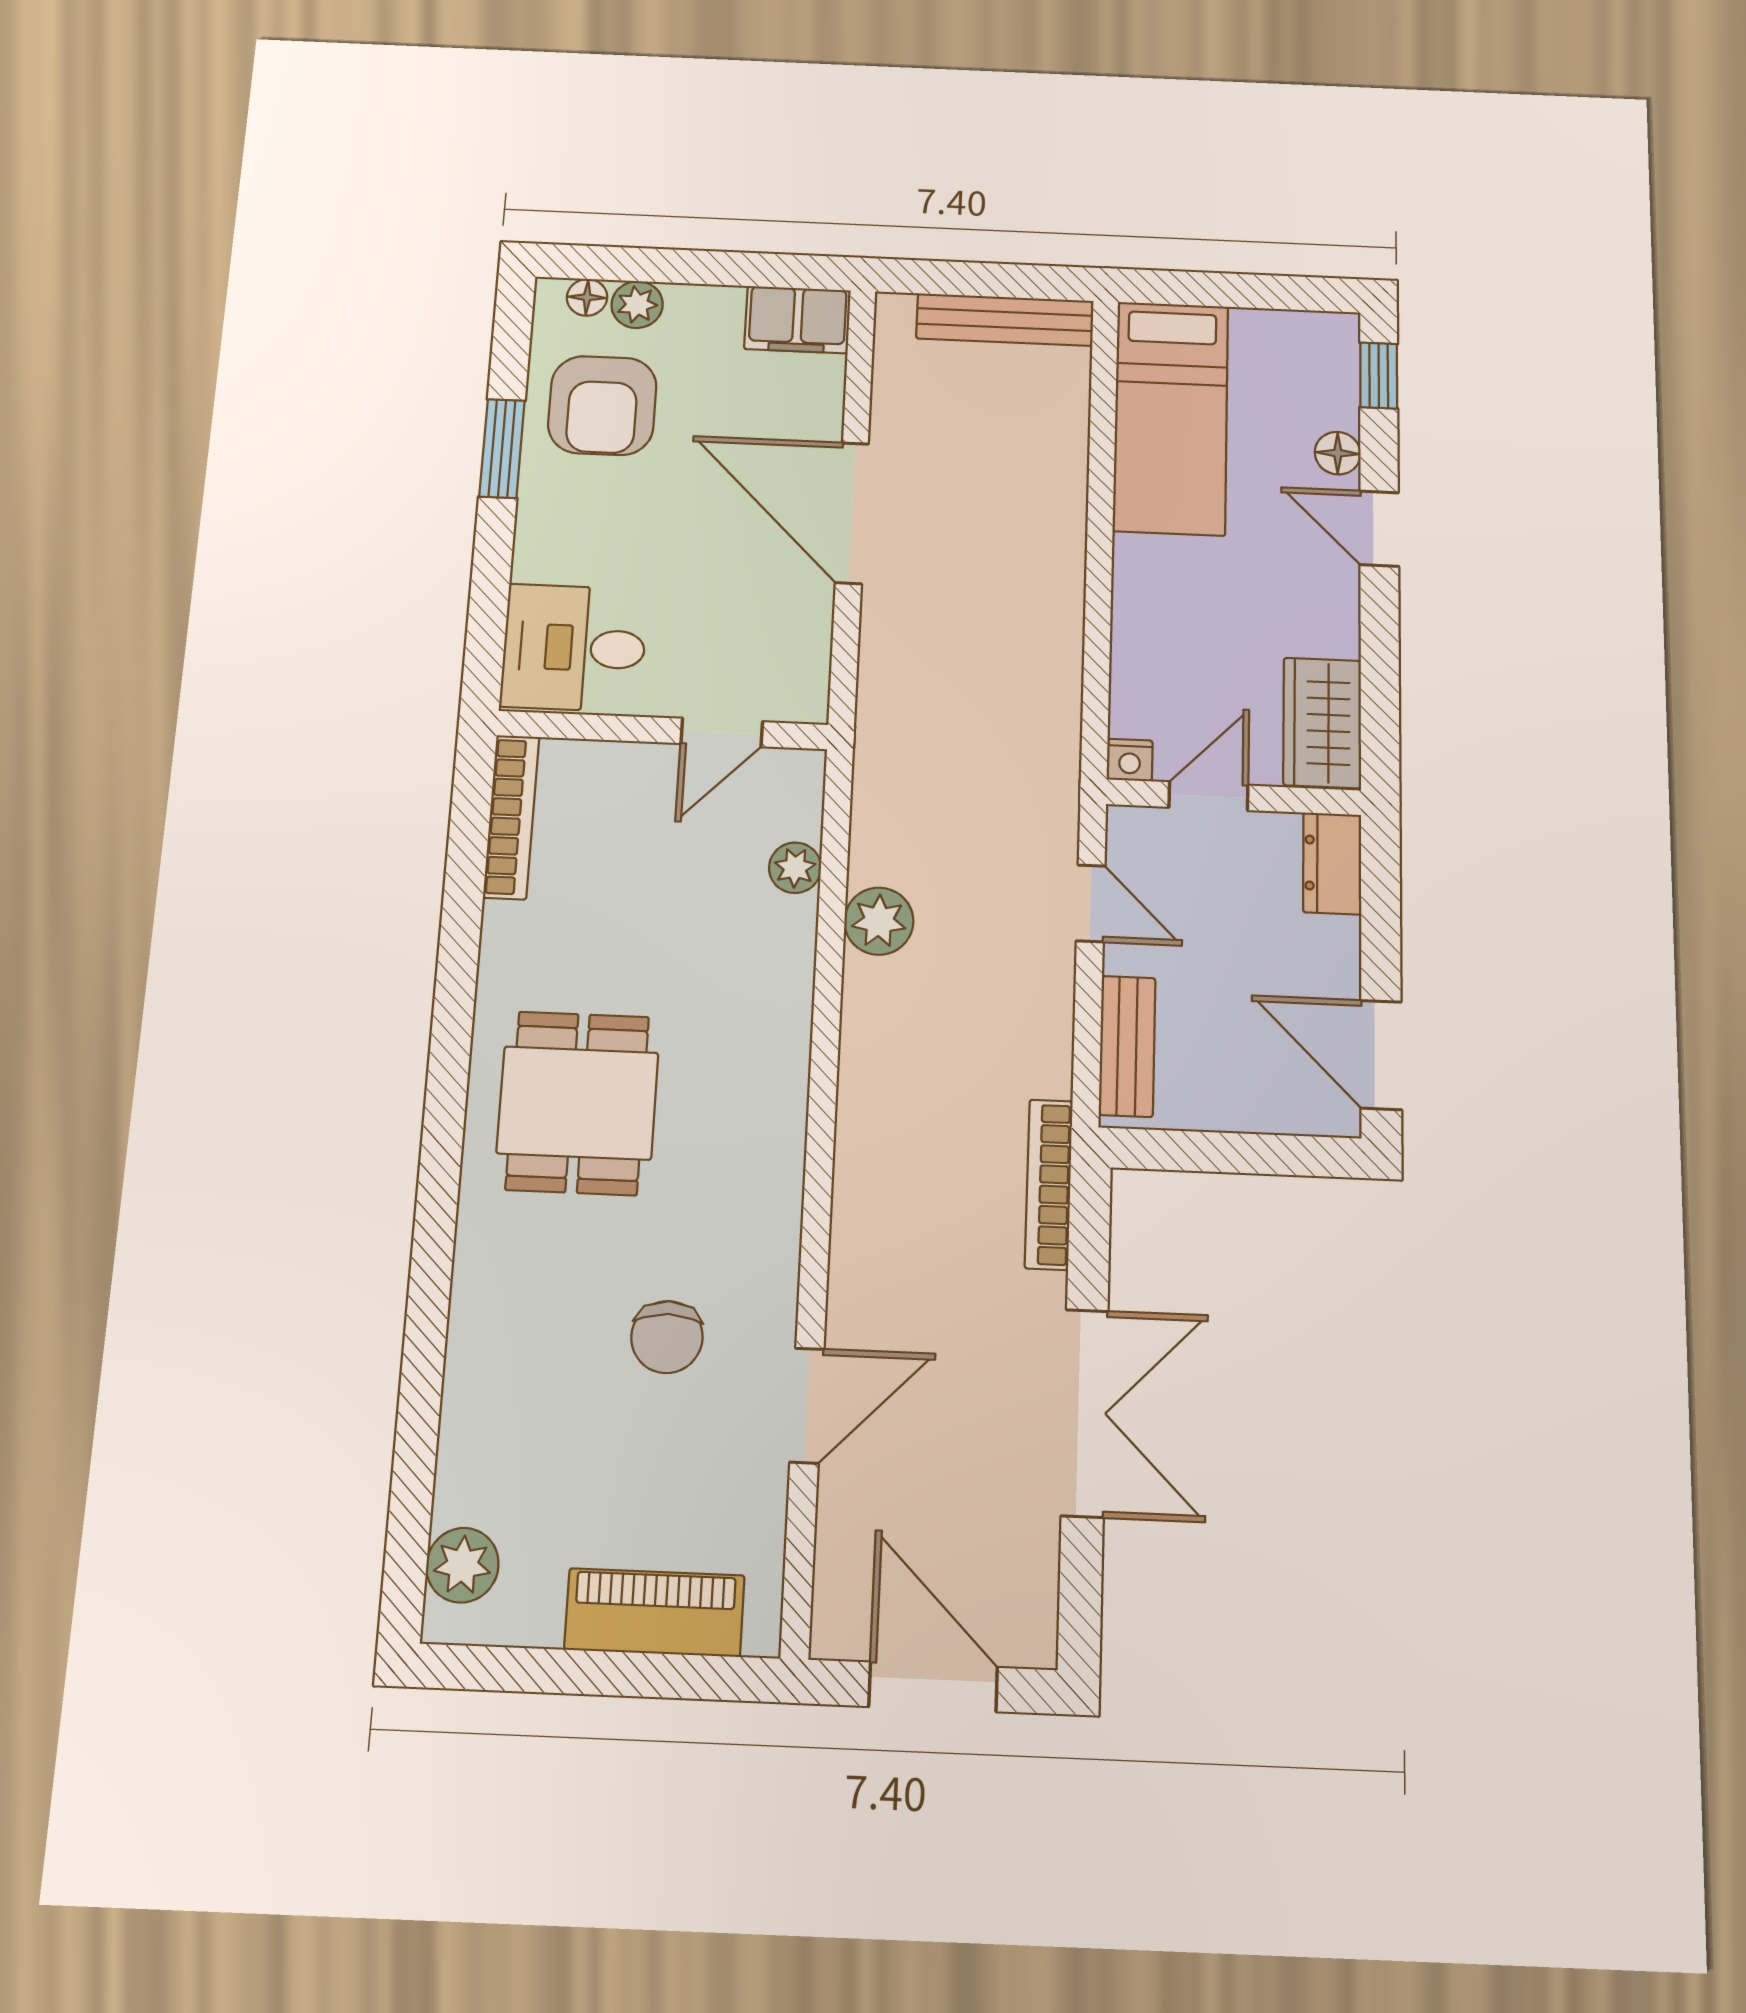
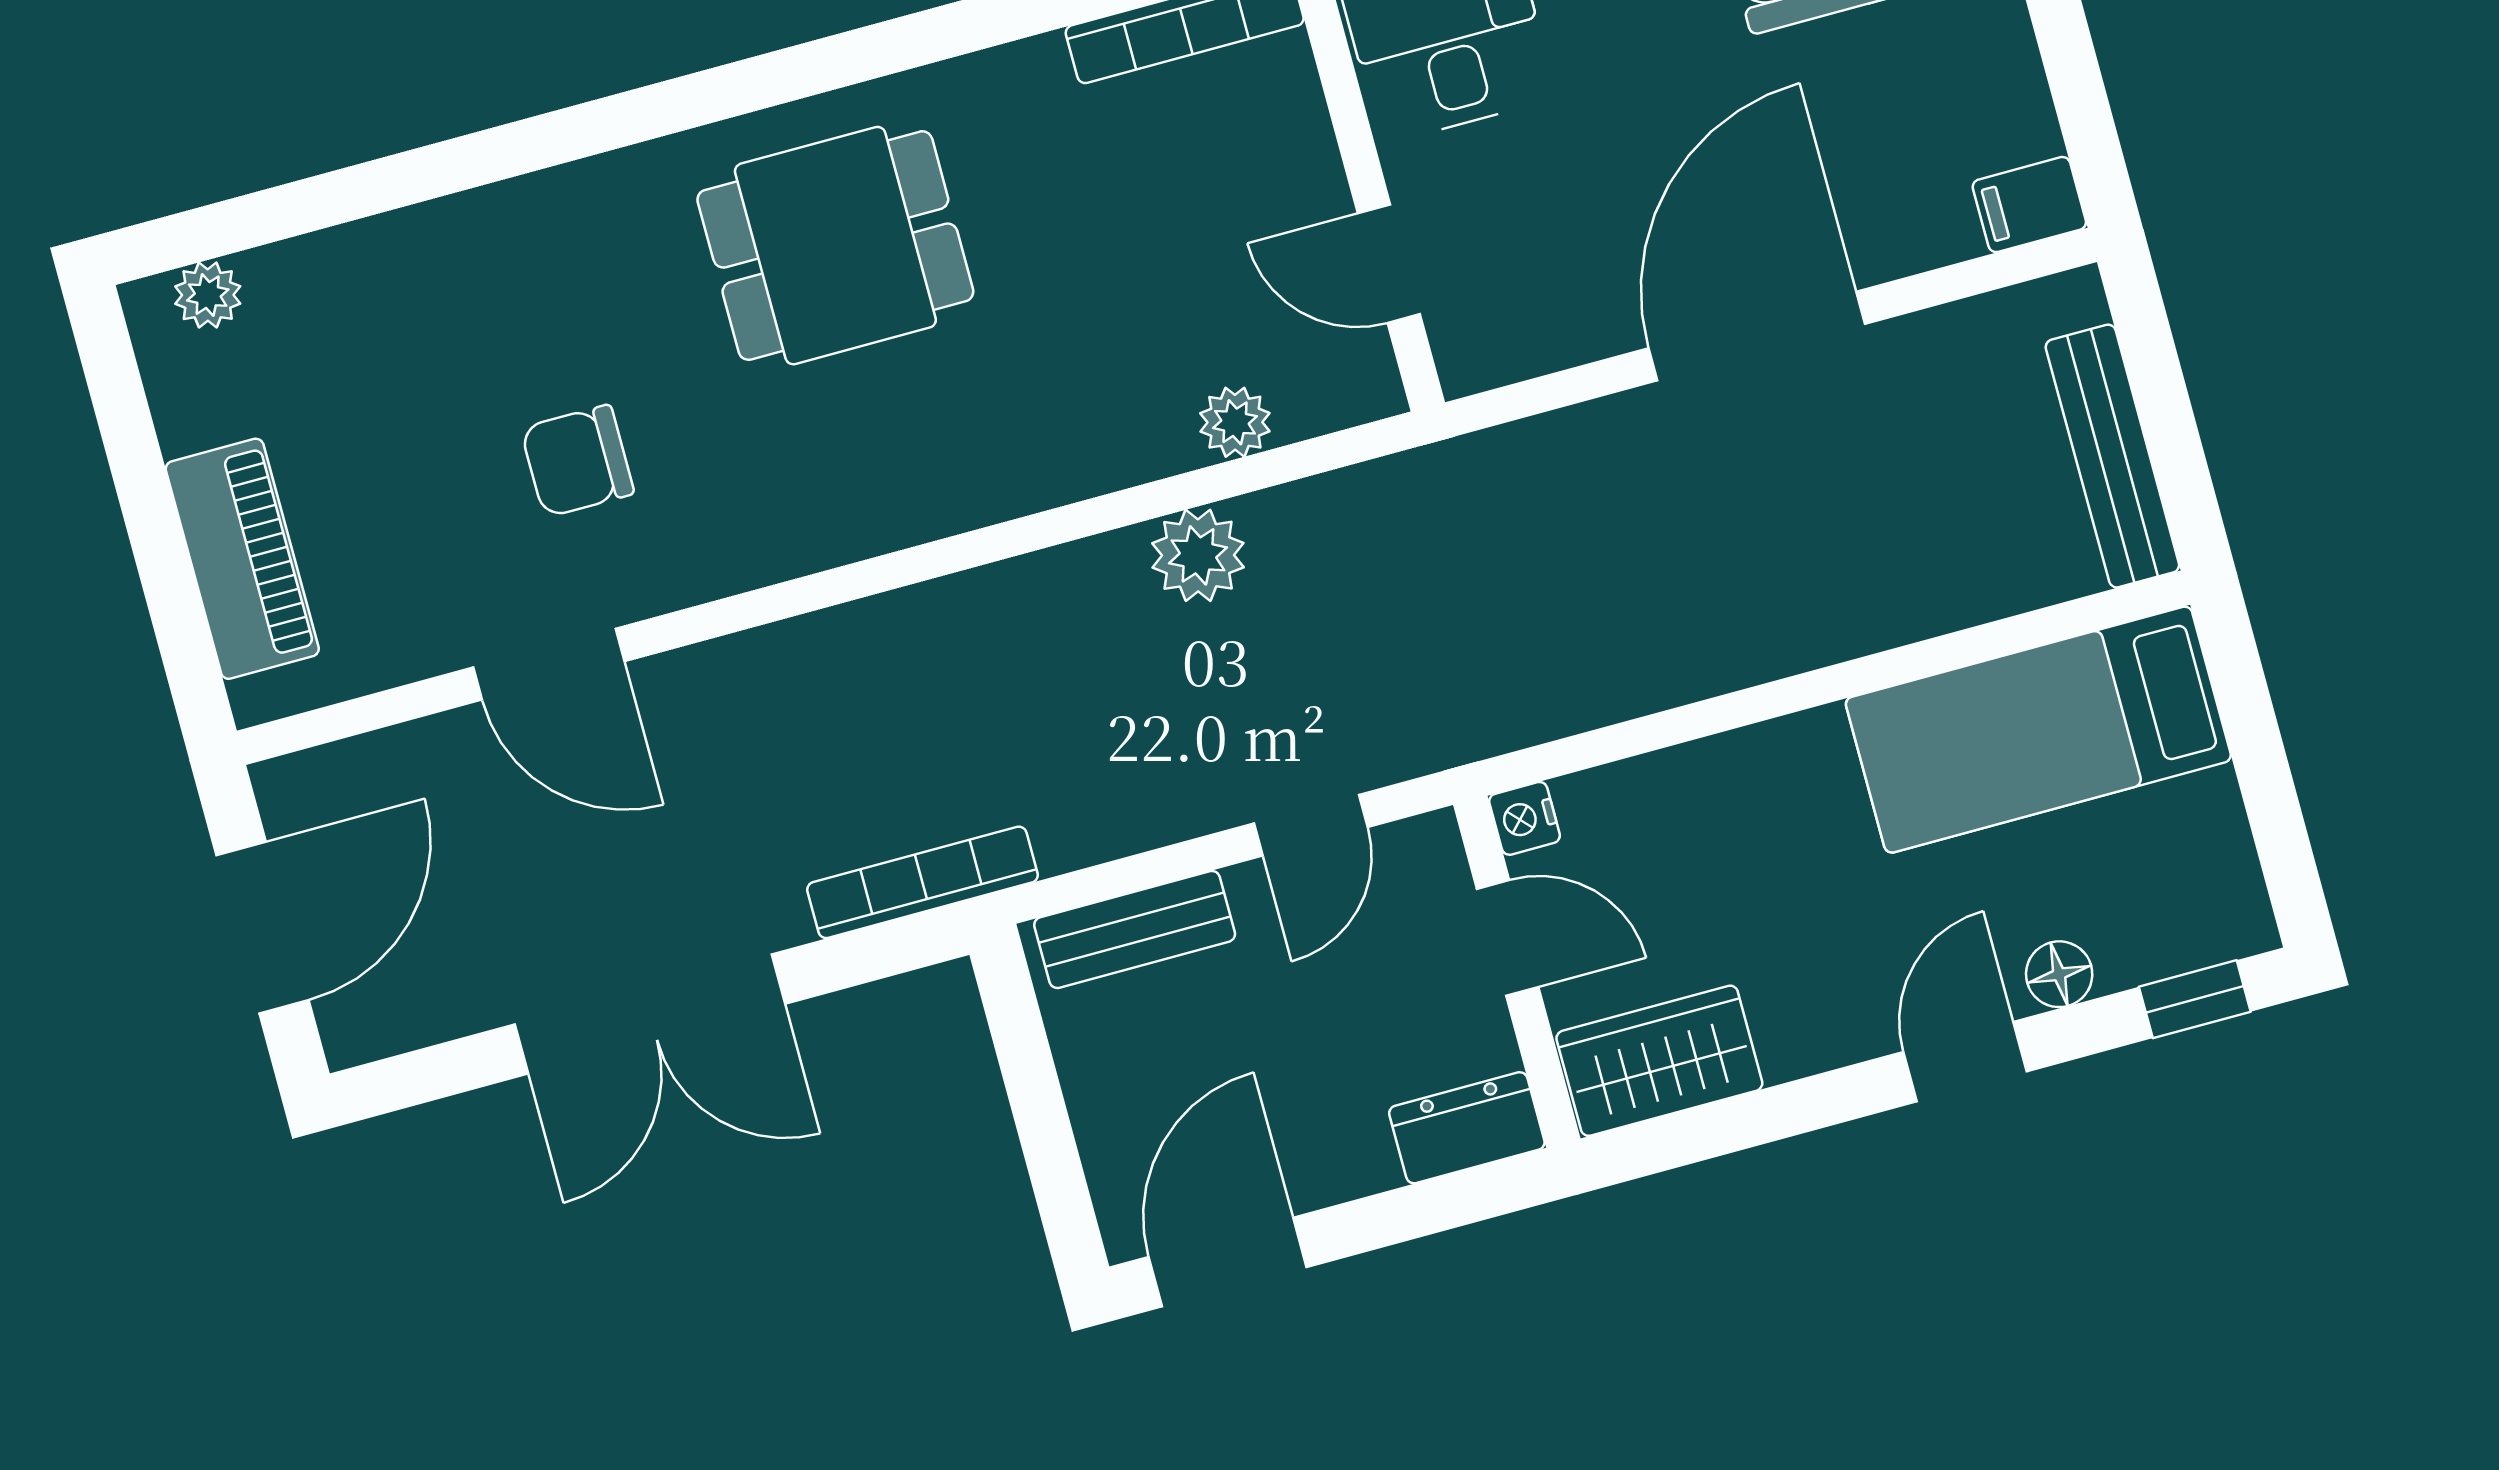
filing cabinet: (798, 320) -> (2029, 205), width x0.50
plant: (462, 1565) -> (208, 295), width x0.73, depth x0.73

